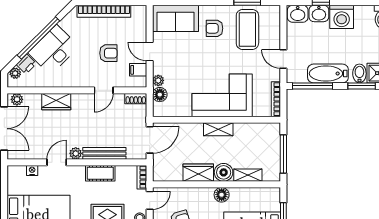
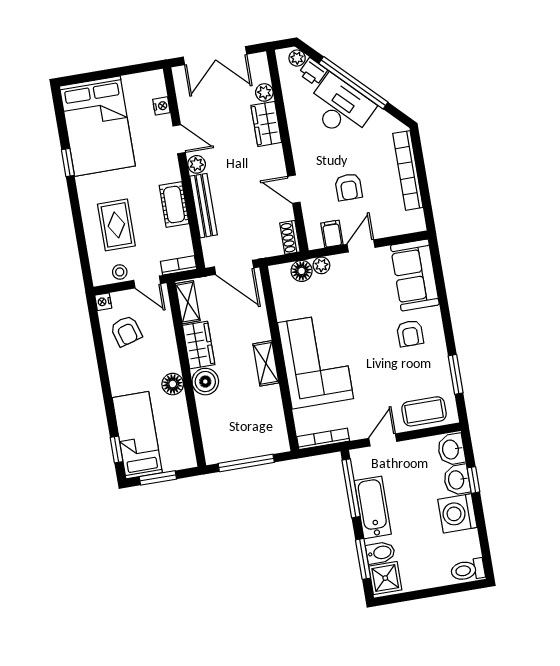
armchair: (214, 28) -> (410, 333), turned 180
coffee table: (247, 29) -> (424, 411), moved, width x0.73, depth x0.76
plant: (17, 99) -> (264, 92), moved
shelving: (248, 175) -> (188, 302), moved

